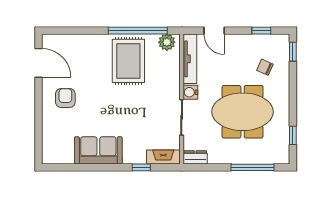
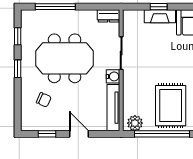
door: (214, 31) -> (79, 134), moved
window: (293, 52) -> (18, 69), moved
fireplace: (163, 157) -> (160, 16), moved

